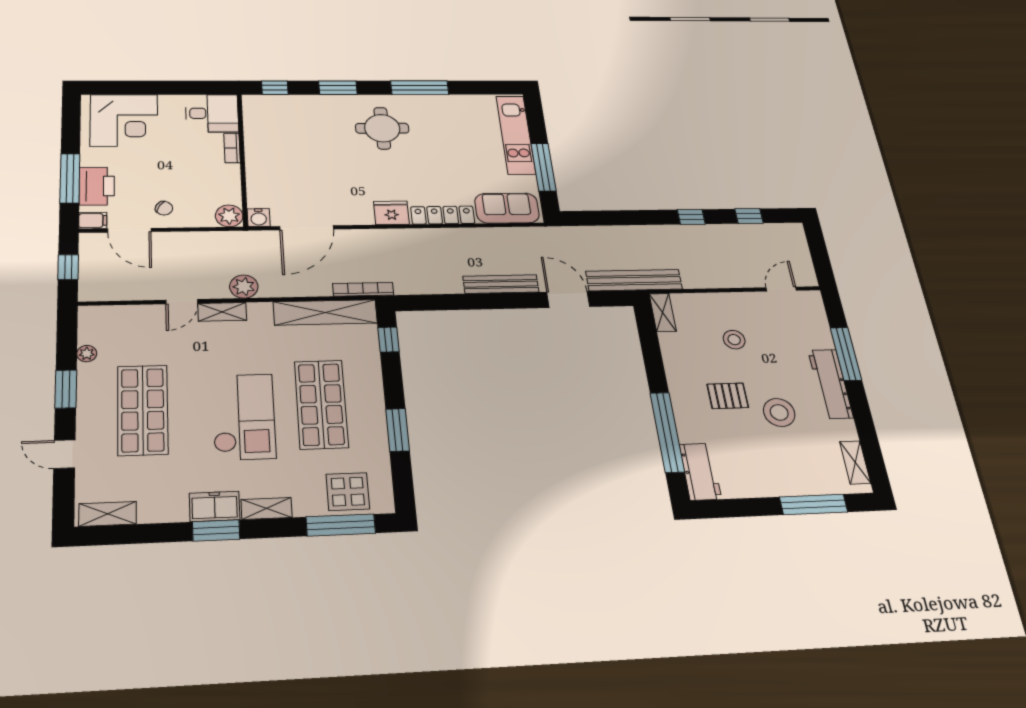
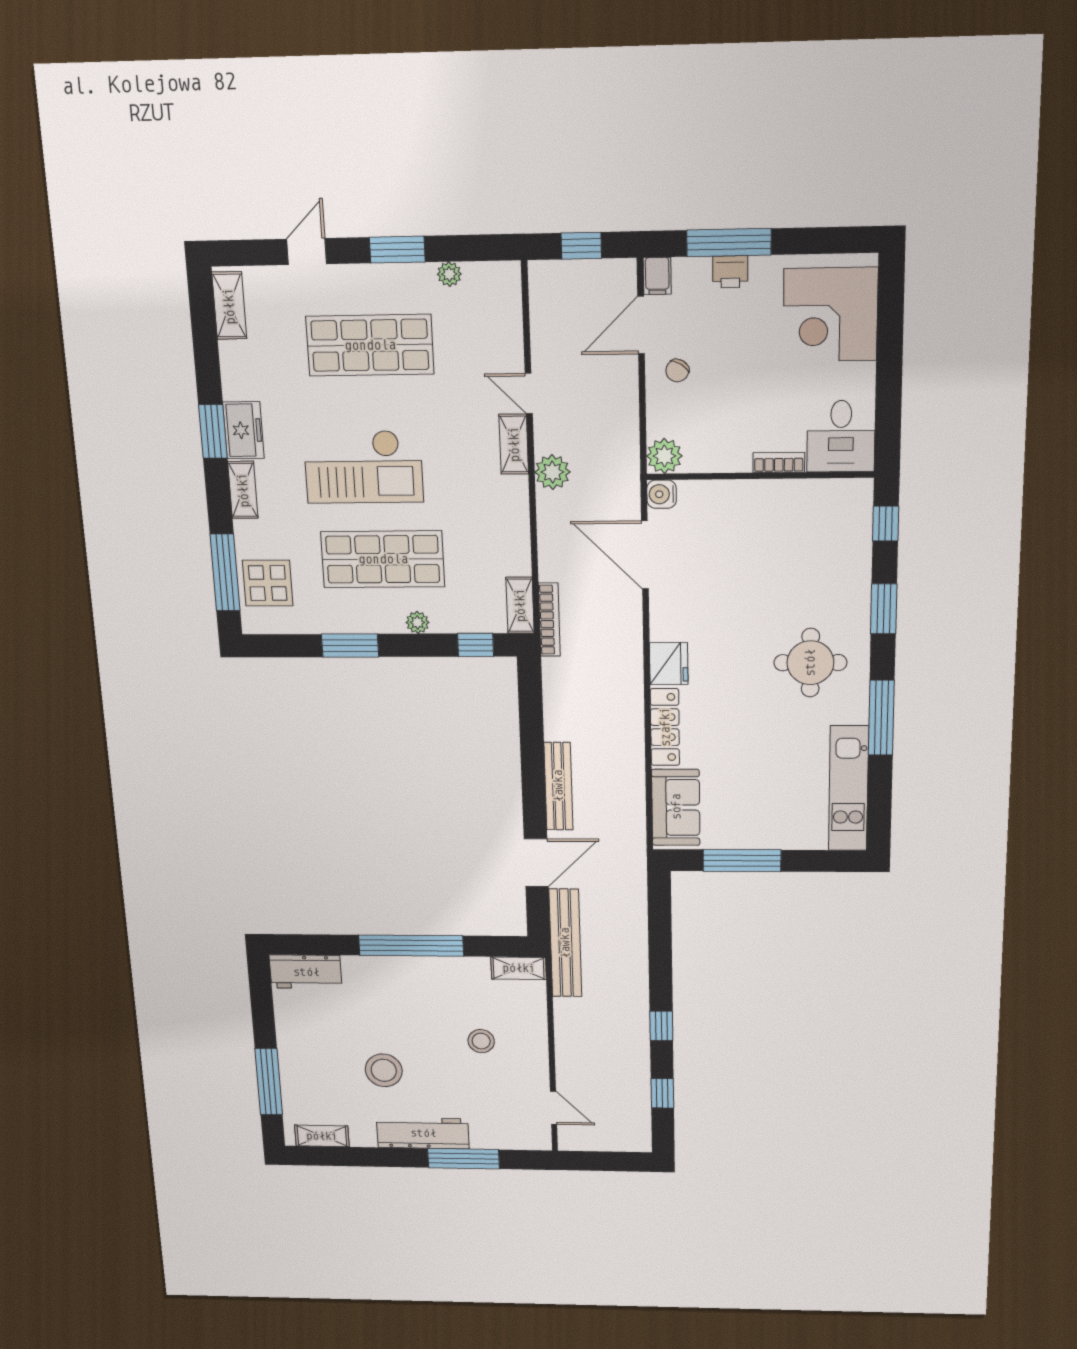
kitchen unit: (516, 135) -> (848, 788), moved, turned -90
printer: (97, 186) -> (730, 272), width x0.53, depth x0.68
shelving: (325, 312) -> (520, 605), width x0.45, depth x0.75
plant: (373, 380) -> (417, 622), added
pallet: (728, 396) -> (404, 1019), removed
window: (667, 432) -> (411, 946), moved

